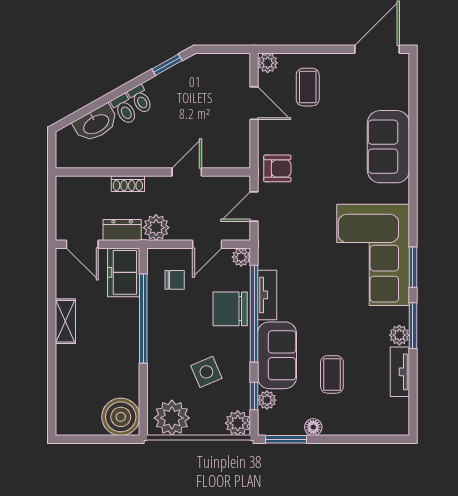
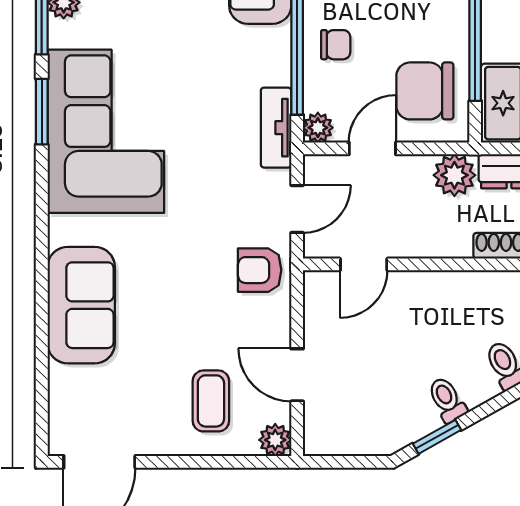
toilet: (140, 99) -> (447, 400), moved
door: (187, 172) -> (364, 264), moved
chair: (175, 280) -> (425, 91), width x1.87, depth x1.87
tv unit: (267, 295) -> (276, 128), moved
chair: (230, 309) -> (336, 45), width x0.54, depth x0.54

